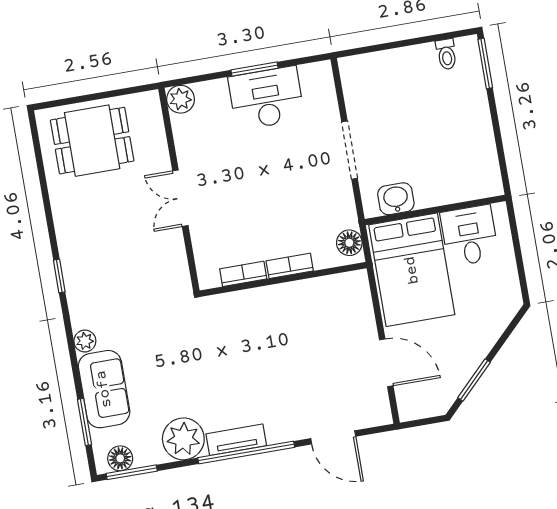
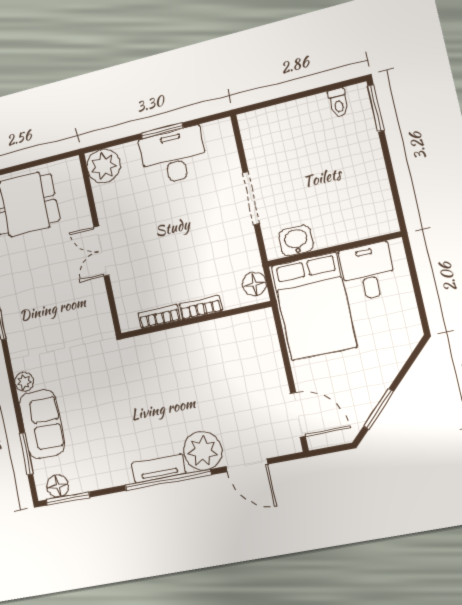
plant: (181, 99) -> (104, 166), width x1.36, depth x1.36
door: (386, 363) -> (298, 415), moved
plant: (183, 439) -> (203, 451), moved

